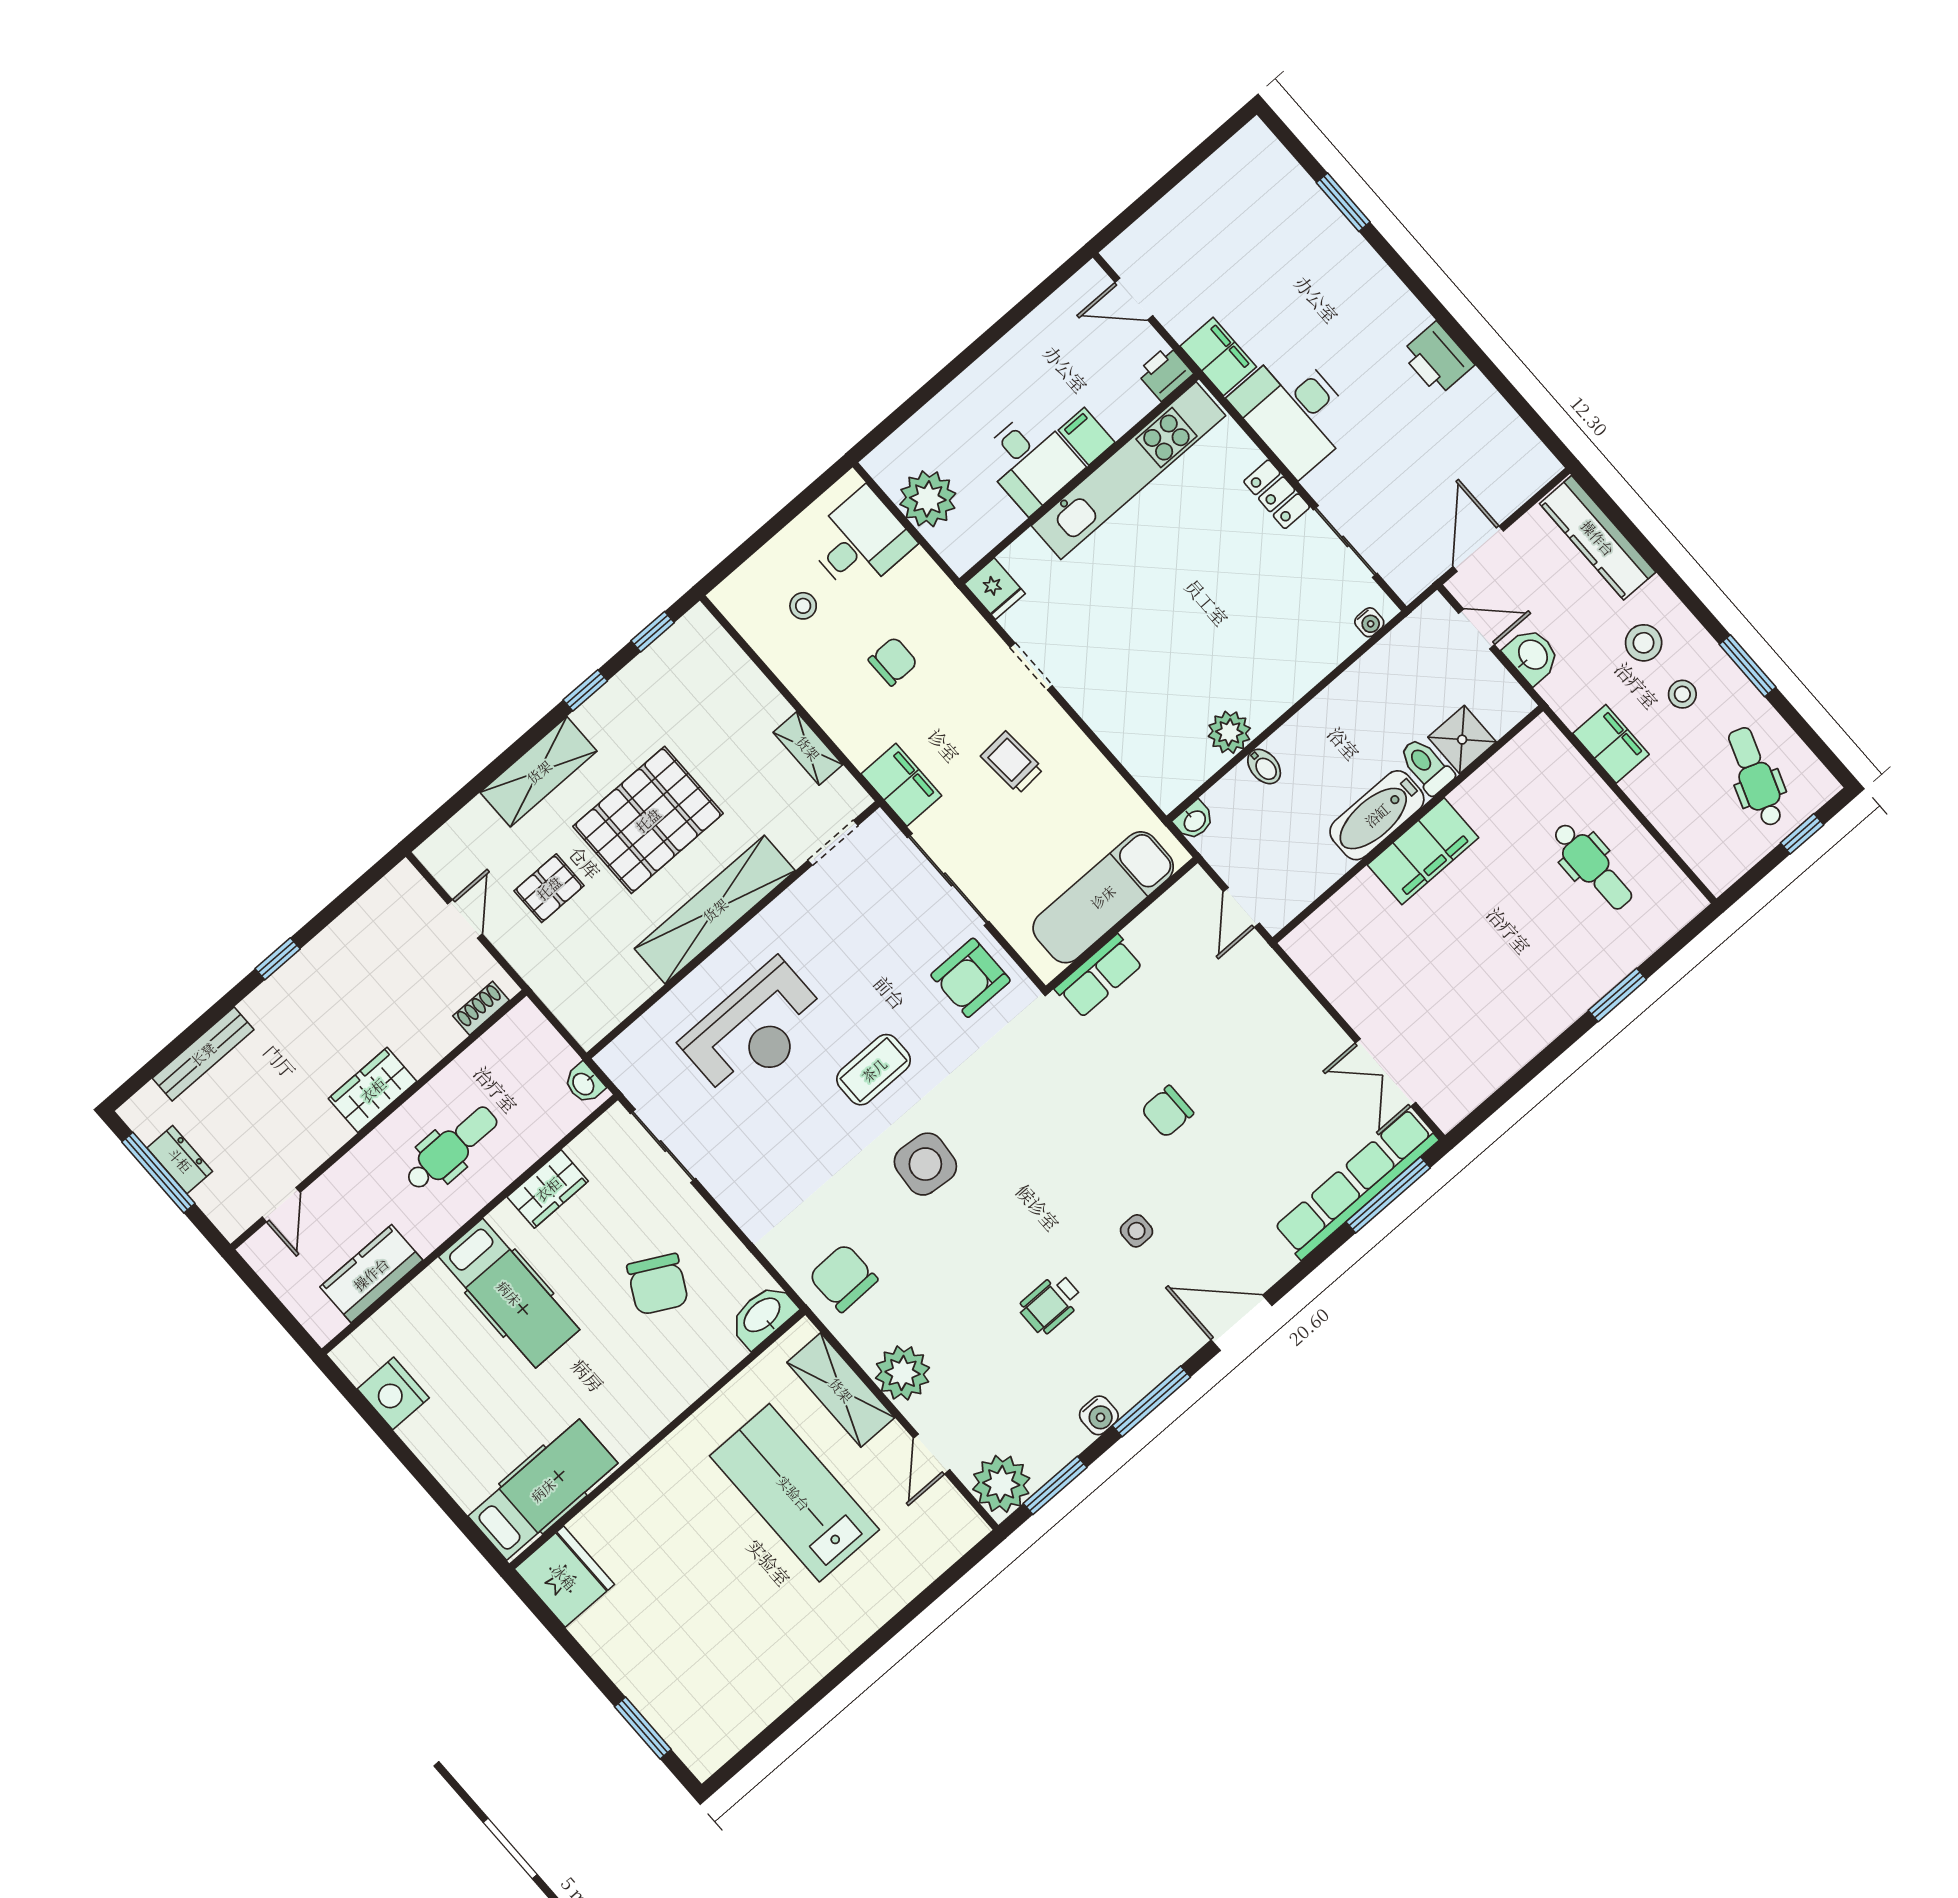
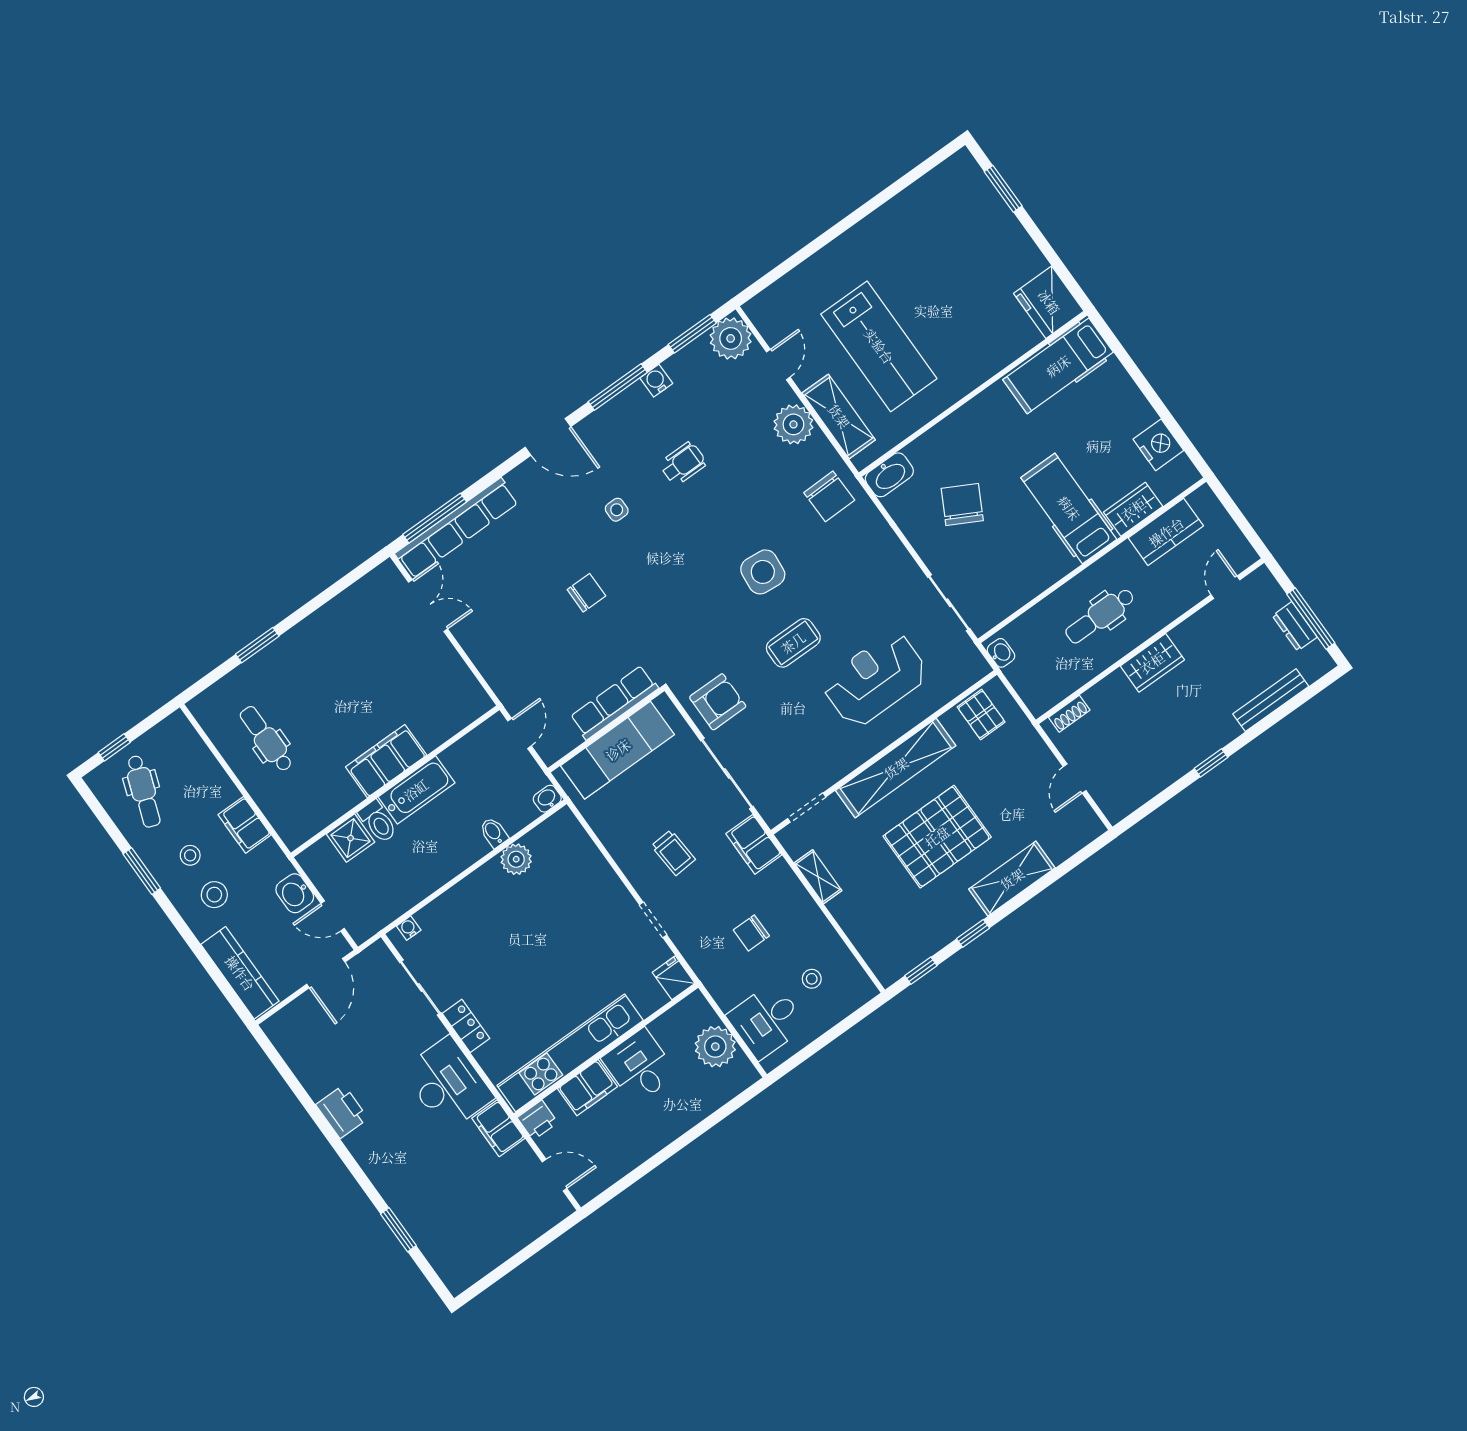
filing cabinet: (1087, 436) -> (587, 1088), width x2.00
pallet: (549, 888) -> (981, 714), moved, turned 90
row of seats: (1099, 976) -> (614, 703), width x1.48
wardrobe: (548, 1189) -> (1133, 509), moved

